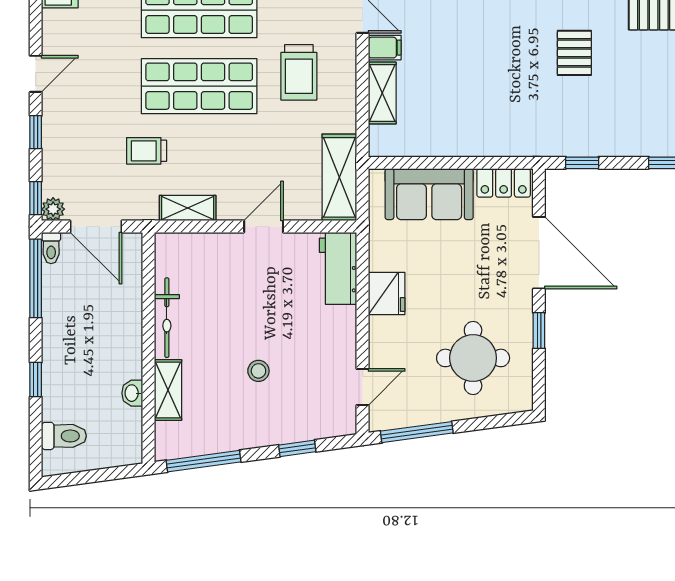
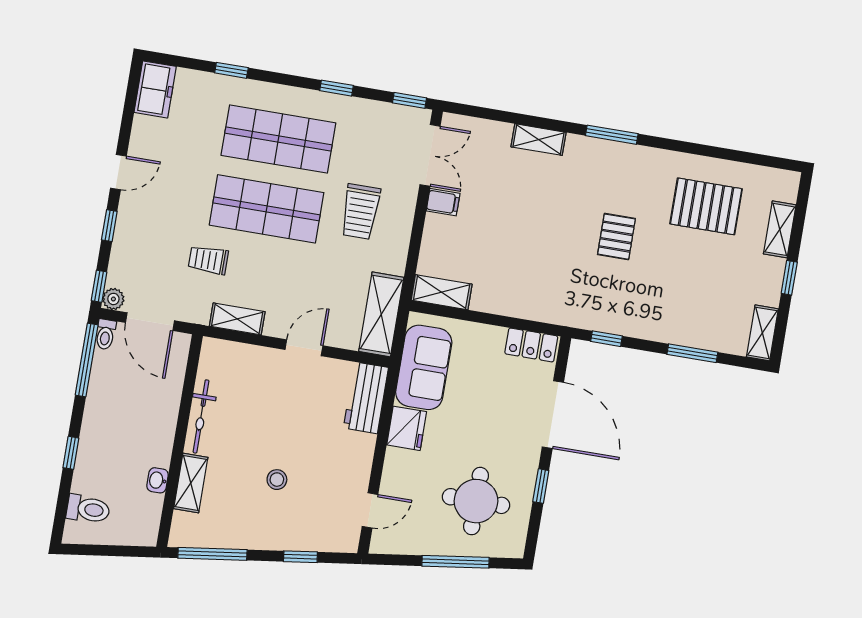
shelving: (382, 93) -> (442, 292), moved, turned 90
sofa: (429, 194) -> (424, 367), moved, turned -90
window: (417, 432) -> (455, 562), moved

